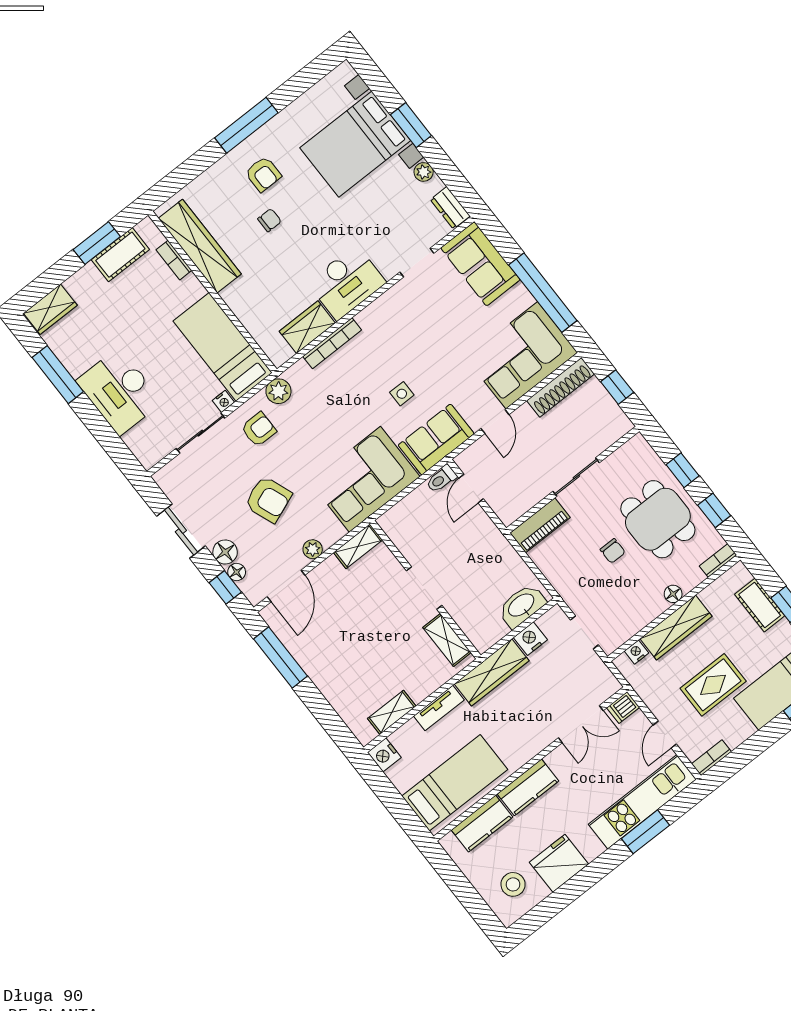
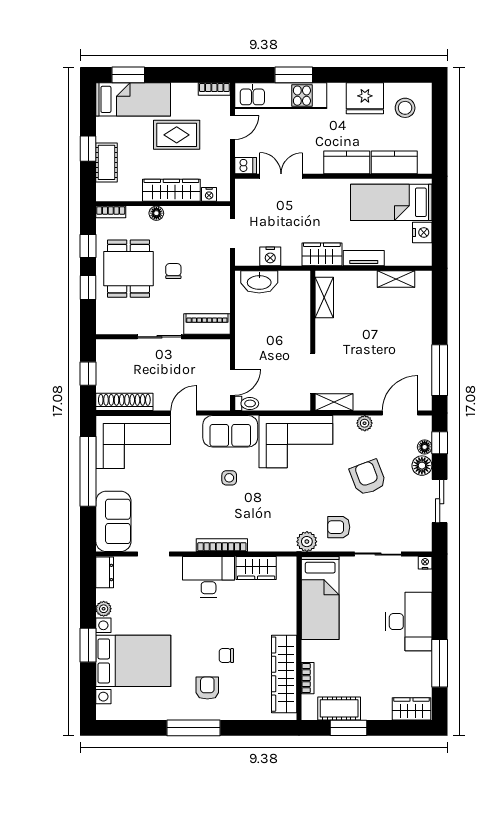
bookcase: (332, 343) -> (222, 545), moved
nightstand: (223, 401) -> (425, 563), moved
doorway: (424, 588) -> (313, 373), moved
wardrobe: (492, 672) -> (322, 254), width x0.67
nightstand: (384, 755) -> (422, 232), moved

